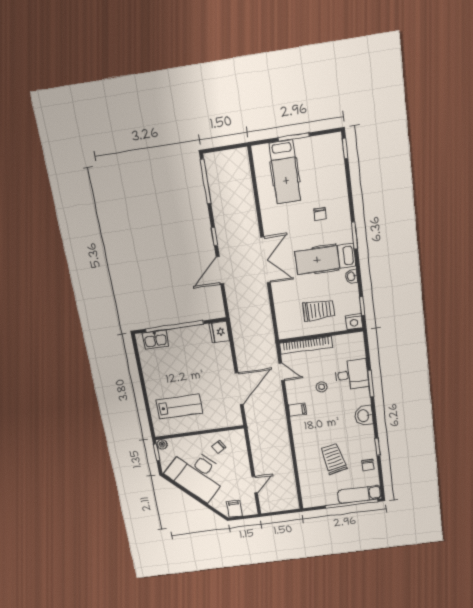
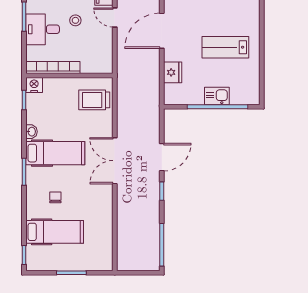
hospital bed: (285, 172) -> (55, 232), moved, turned 90
trolley: (319, 310) -> (94, 100), moved
fridge: (219, 332) -> (173, 72), moved
kitchen sink: (155, 339) -> (217, 96), moved
bookcase: (306, 345) -> (53, 68), moved
door: (282, 372) -> (115, 17), moved
lab bench: (179, 407) -> (225, 47), moved

